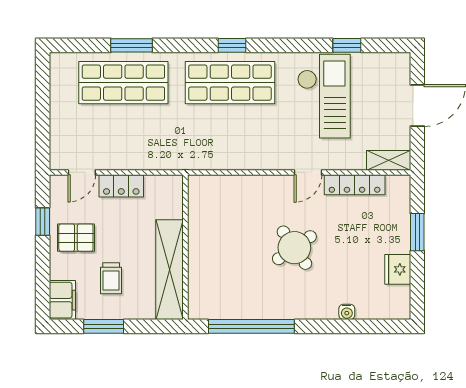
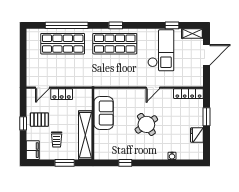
window: (132, 45) -> (67, 25), width x2.11
shelving: (389, 160) -> (192, 34), moved
locker: (355, 185) -> (188, 94), moved
window: (43, 222) -> (23, 123), moved
sofa: (207, 224) -> (104, 113), added
window: (104, 326) -> (65, 163), moved
window: (251, 326) -> (125, 163), width x0.32

